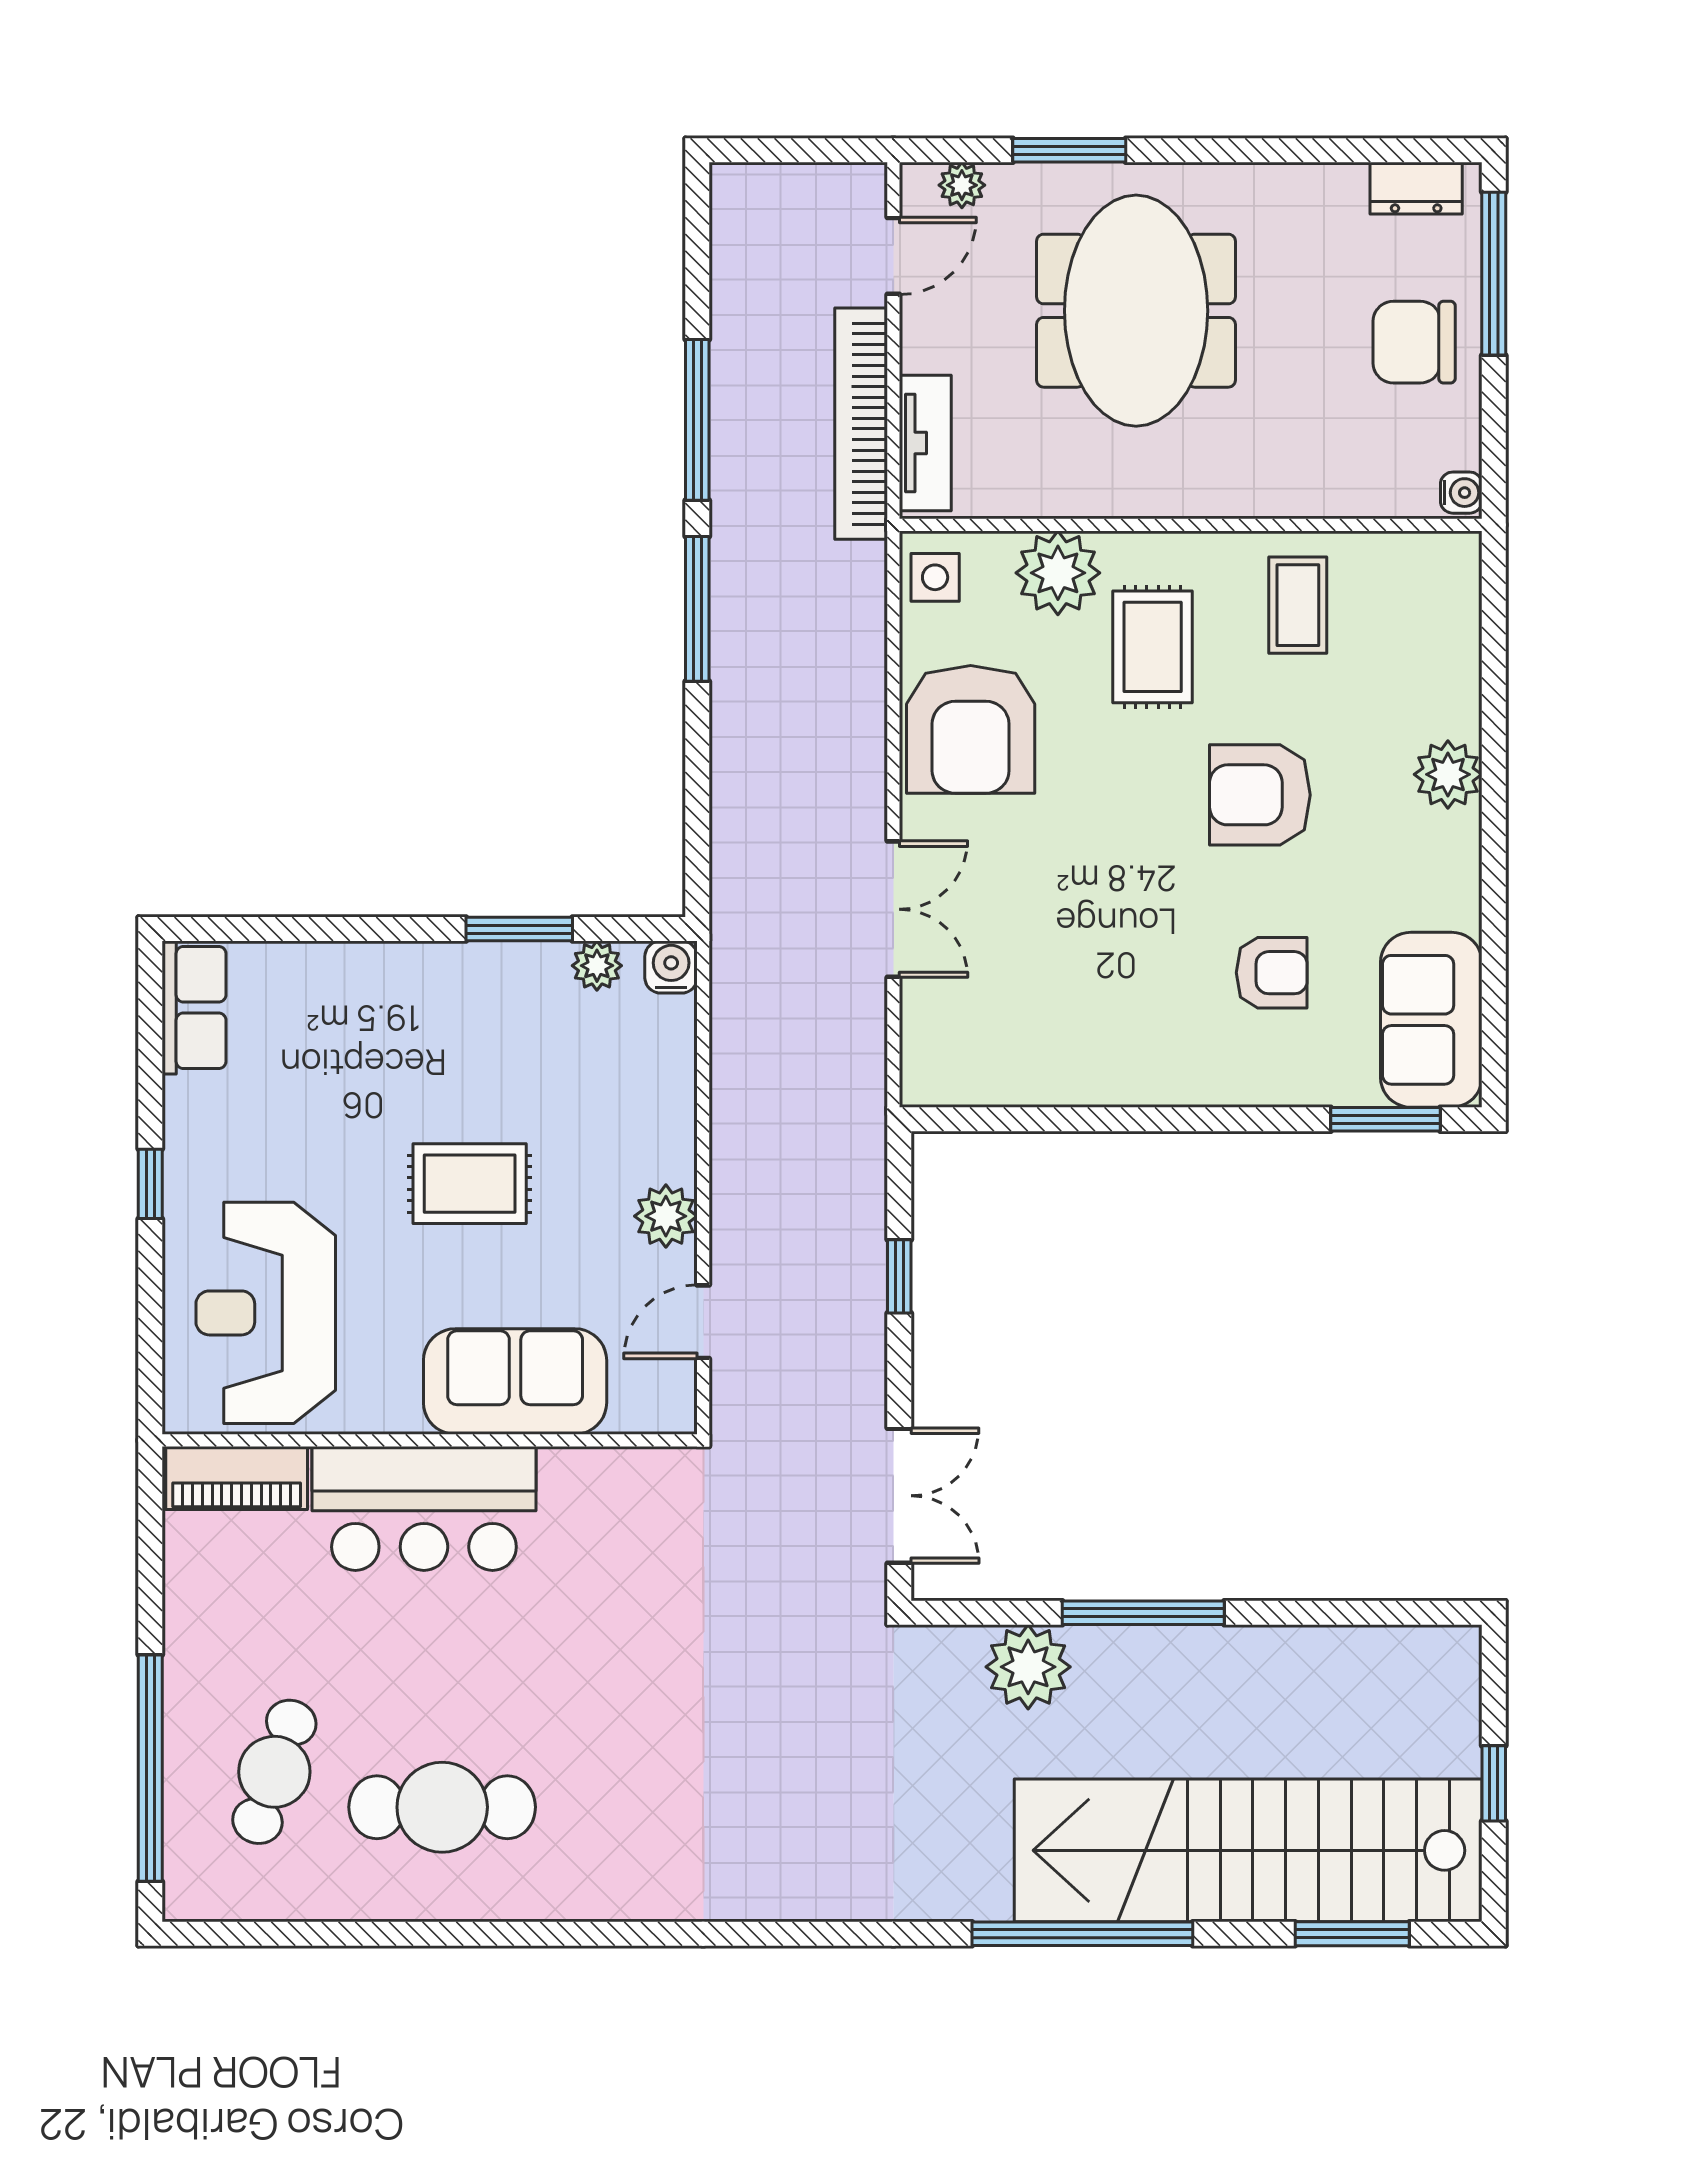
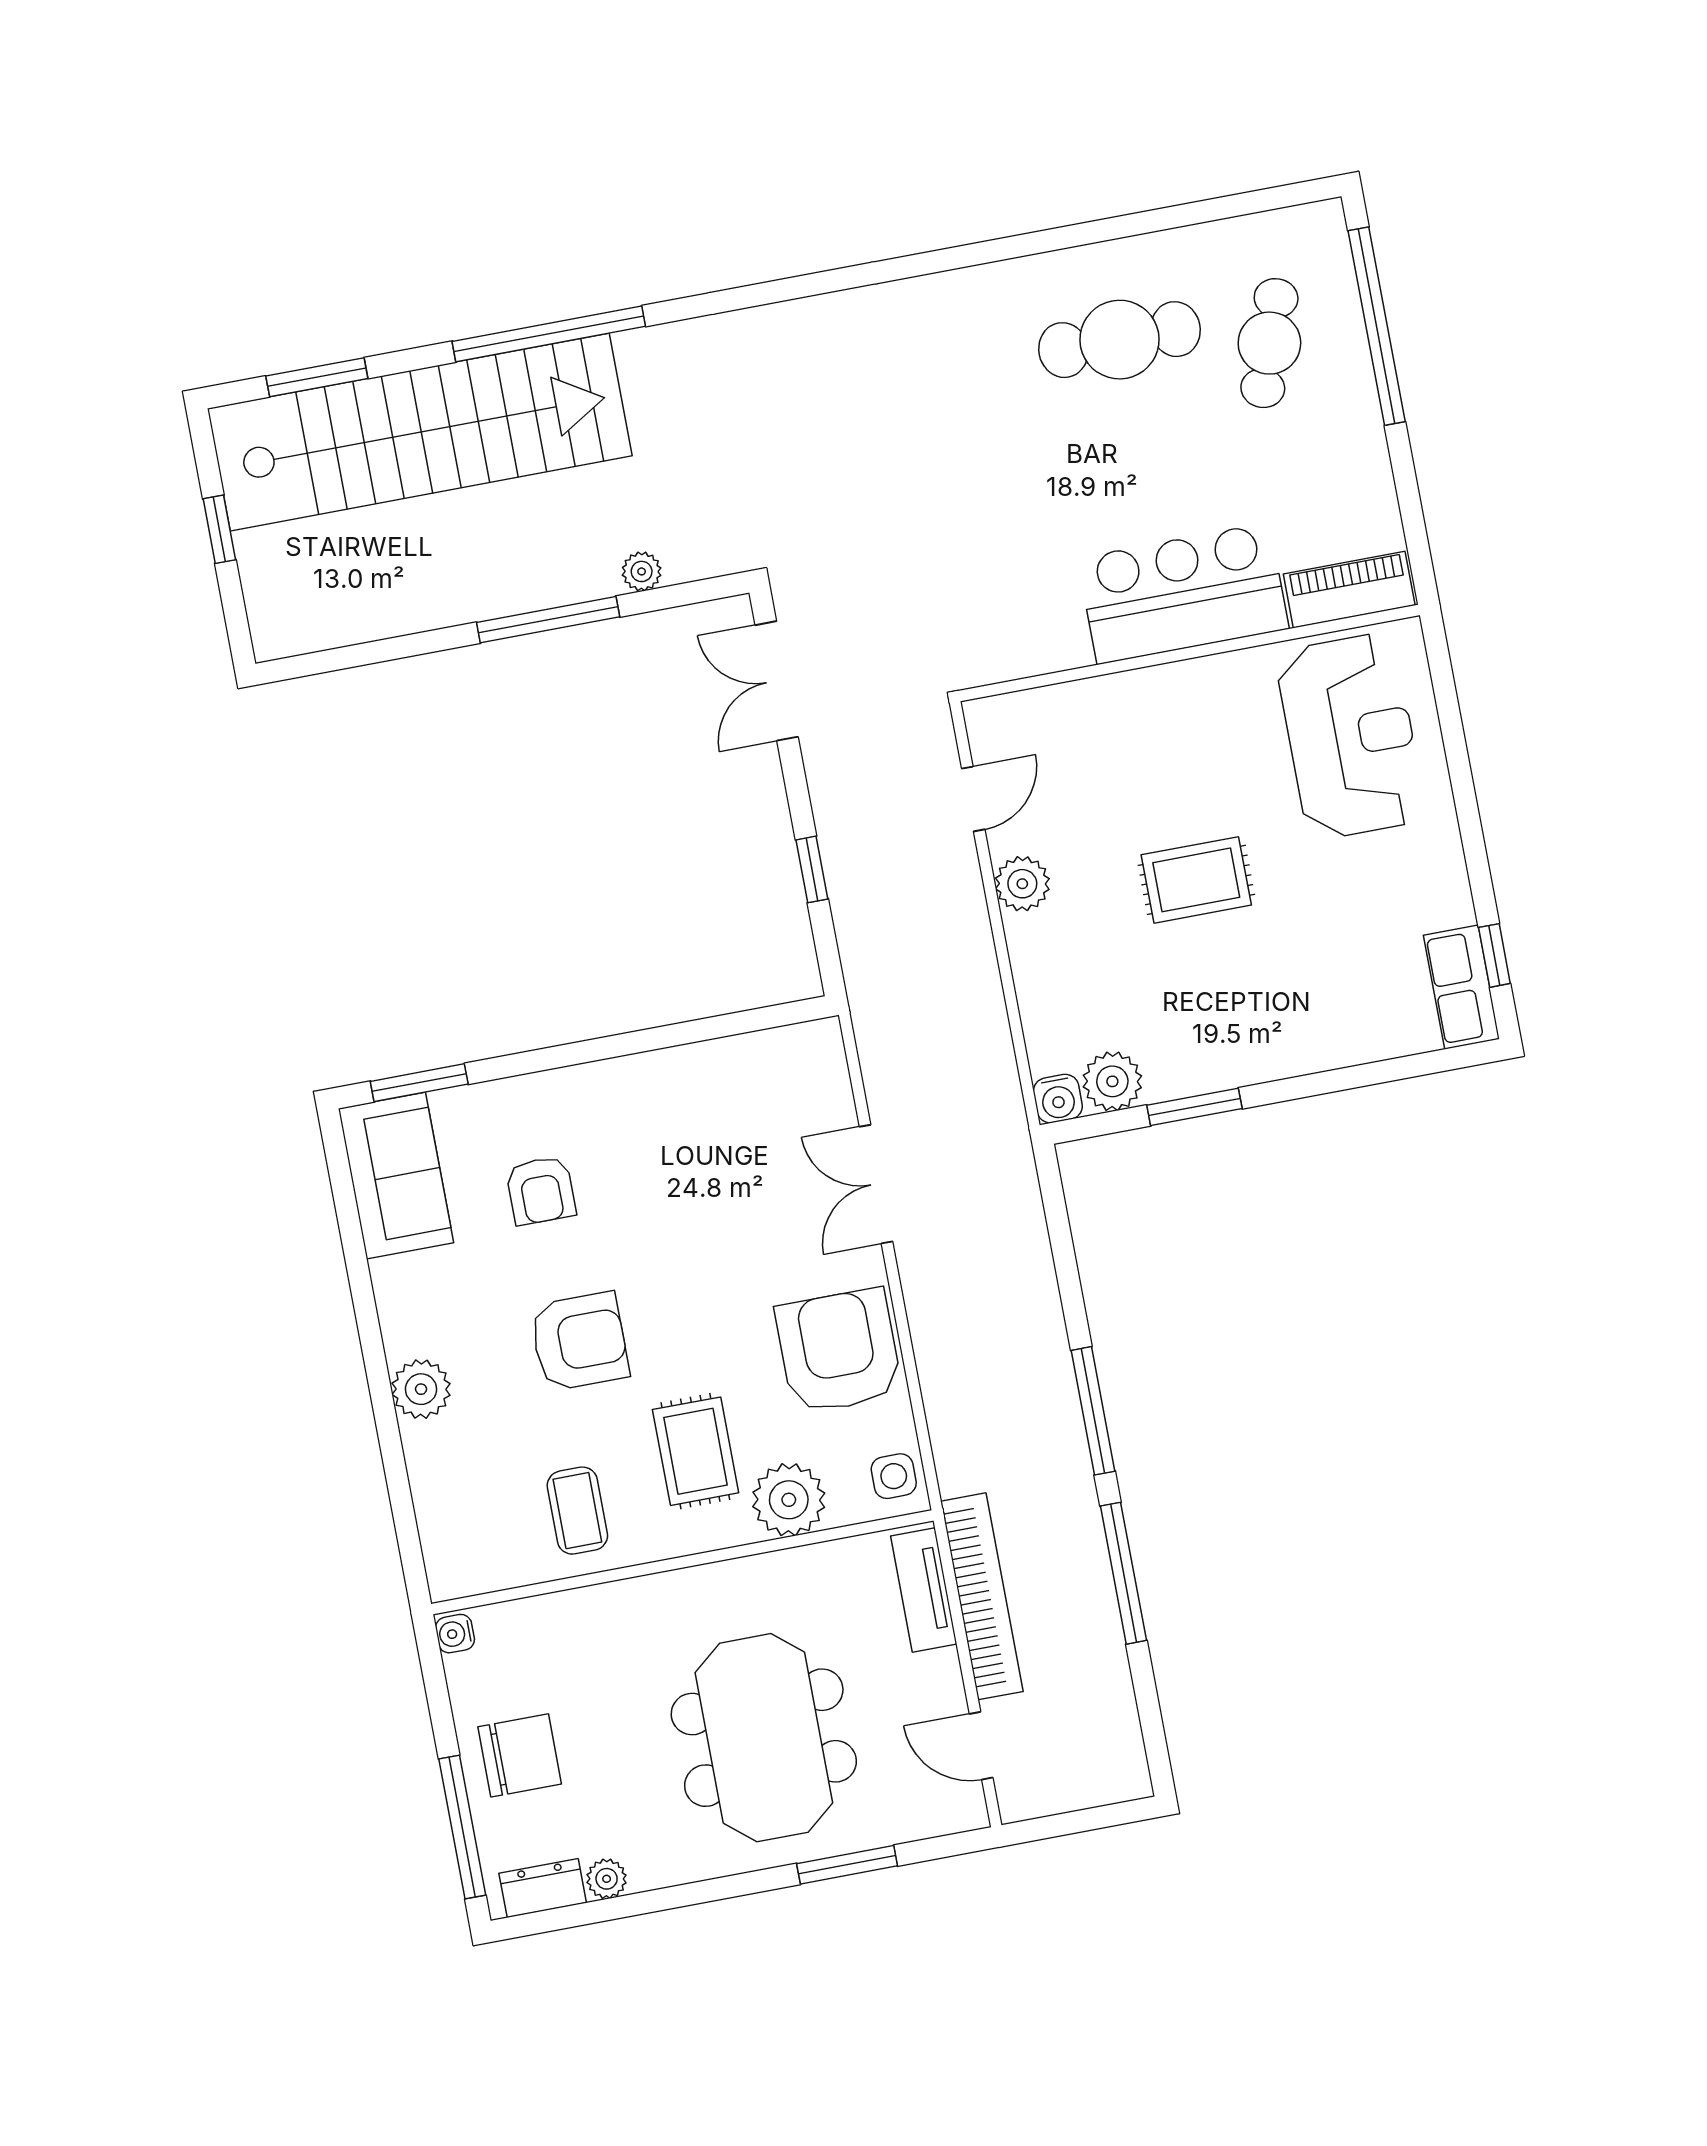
plant: (962, 185) -> (607, 1879), moved
door: (893, 256) -> (981, 1746), hinge flipped
plant: (597, 966) -> (1112, 1081), width x1.38, depth x1.38
armchair: (1272, 973) -> (541, 1190), turned -90
window: (150, 1184) -> (1494, 955), moved
sofa: (515, 1381) -> (1125, 717), removed
plant: (1028, 1667) -> (642, 571), width x0.53, depth x0.53

